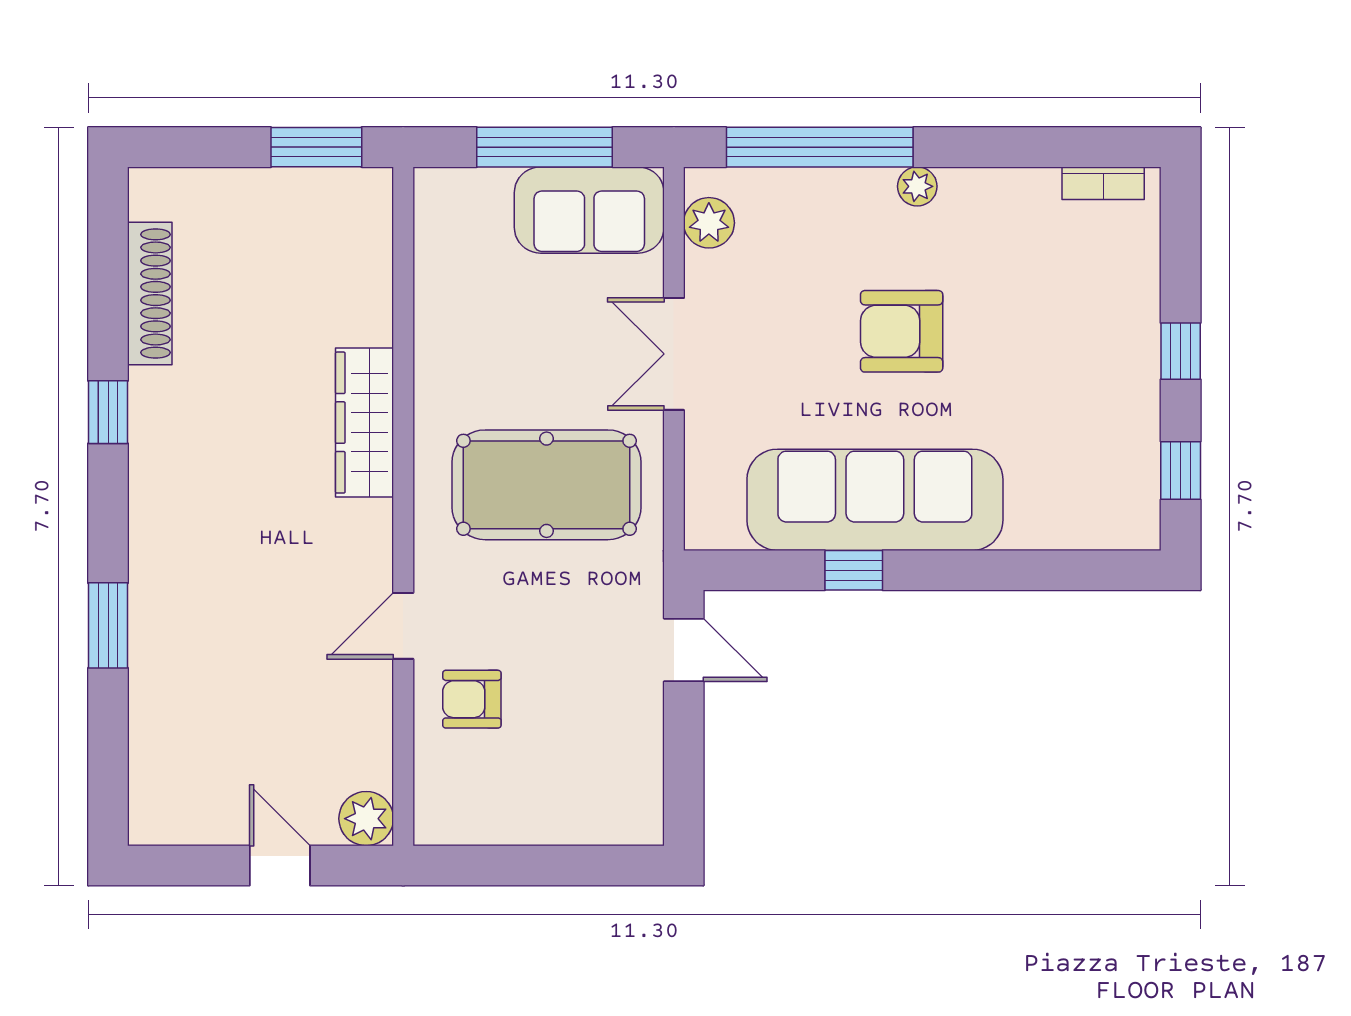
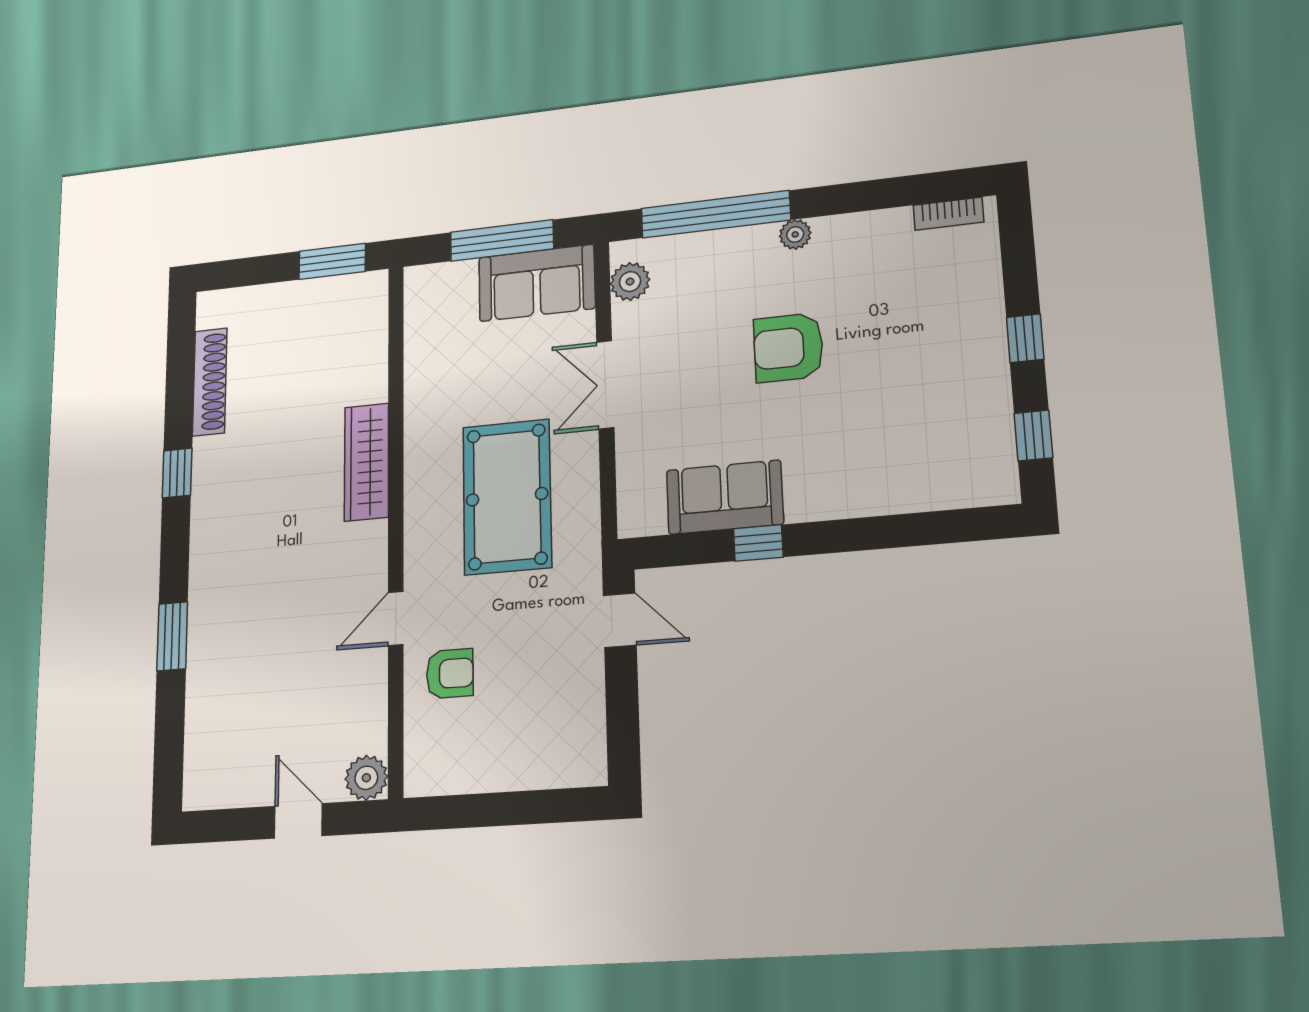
pool table: (547, 485) -> (507, 497), turned 90
sofa: (875, 500) -> (725, 497), width x0.54, depth x0.79
armchair: (472, 699) -> (450, 674), turned 180

